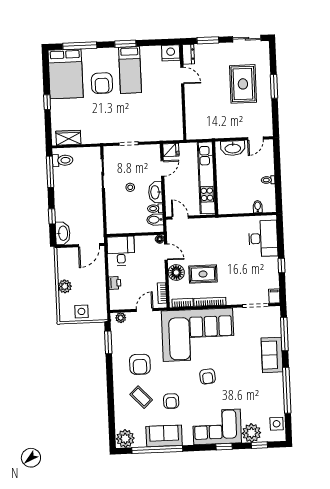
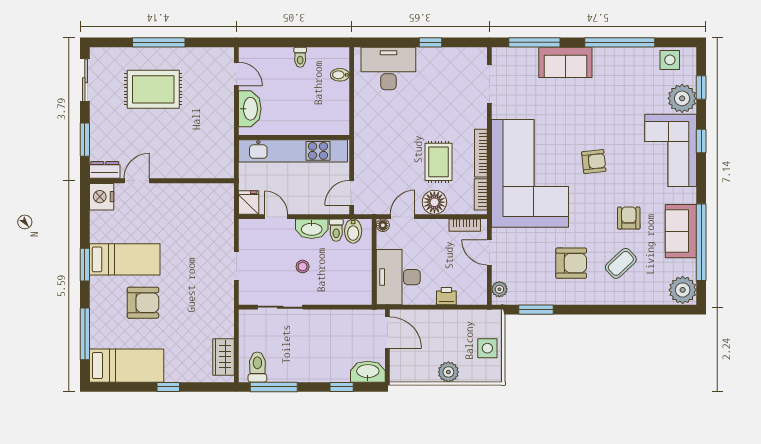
bed: (66, 74) -> (127, 366), width x0.67
window: (274, 86) -> (159, 42), width x1.44
desk: (121, 251) -> (398, 277), width x1.37
filing cabinet: (274, 296) -> (476, 55), removed
armchair: (171, 401) -> (629, 218), turned -90

